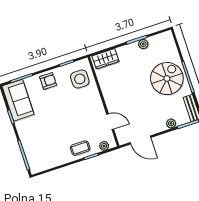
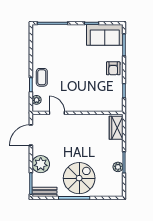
side table: (80, 79) -> (105, 98), removed
spiral stairs: (167, 79) -> (79, 178), turned -90
door: (110, 122) -> (57, 113), swing flipped
plant: (171, 123) -> (41, 164), width x1.87, depth x1.87

